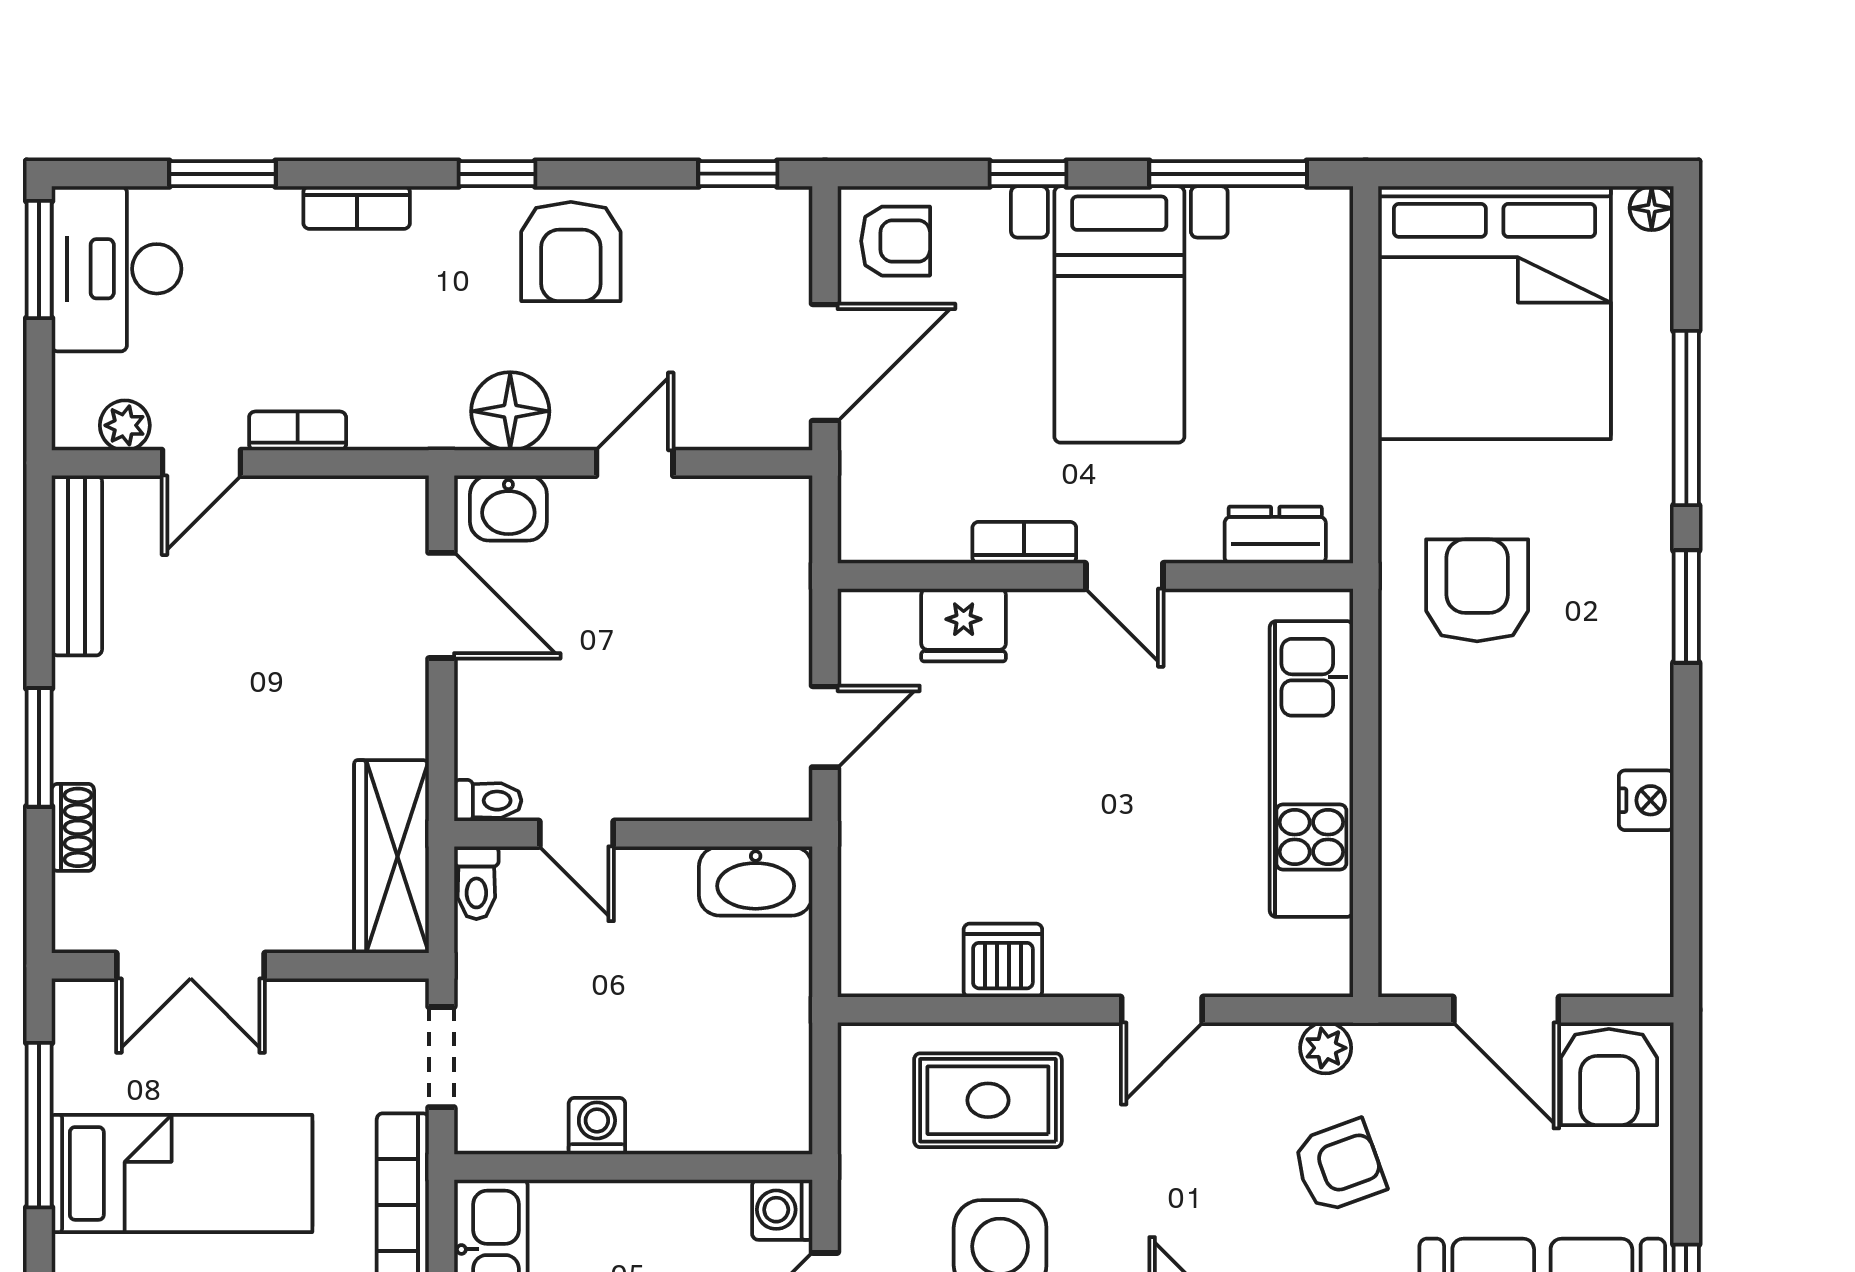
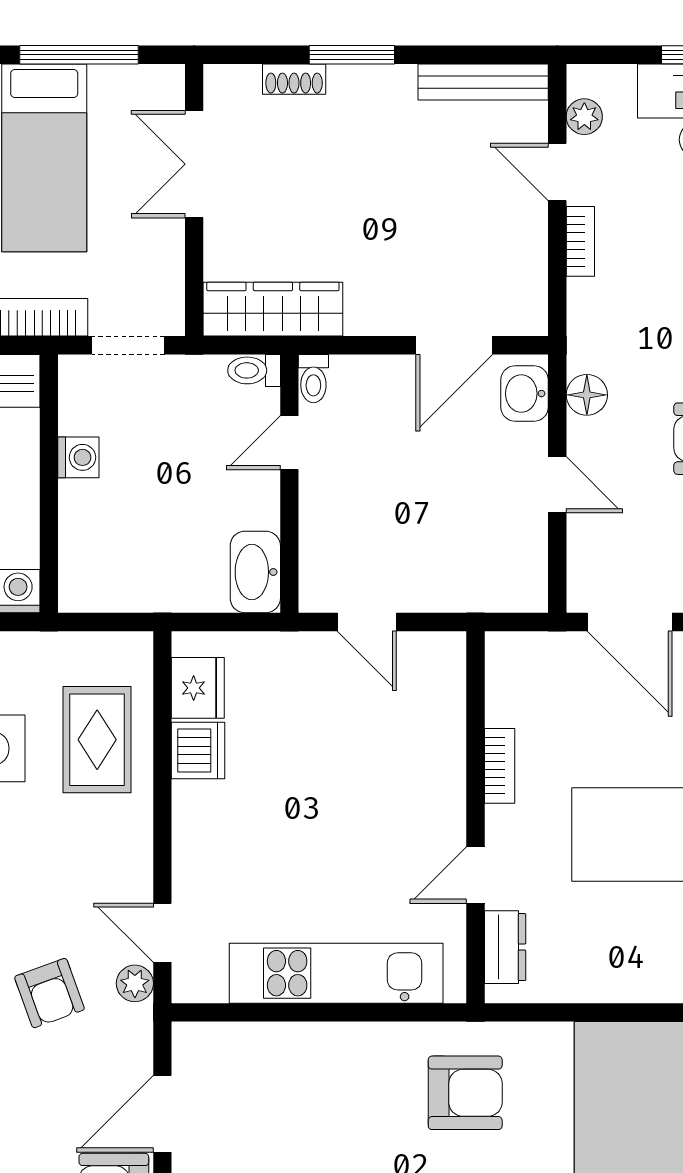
floor lamp: (510, 411) -> (587, 395), width x0.73, depth x0.73
door: (1124, 576) -> (475, 875), moved
fridge: (964, 625) -> (198, 688), moved, turned 180
door: (1162, 1010) -> (162, 933), moved

